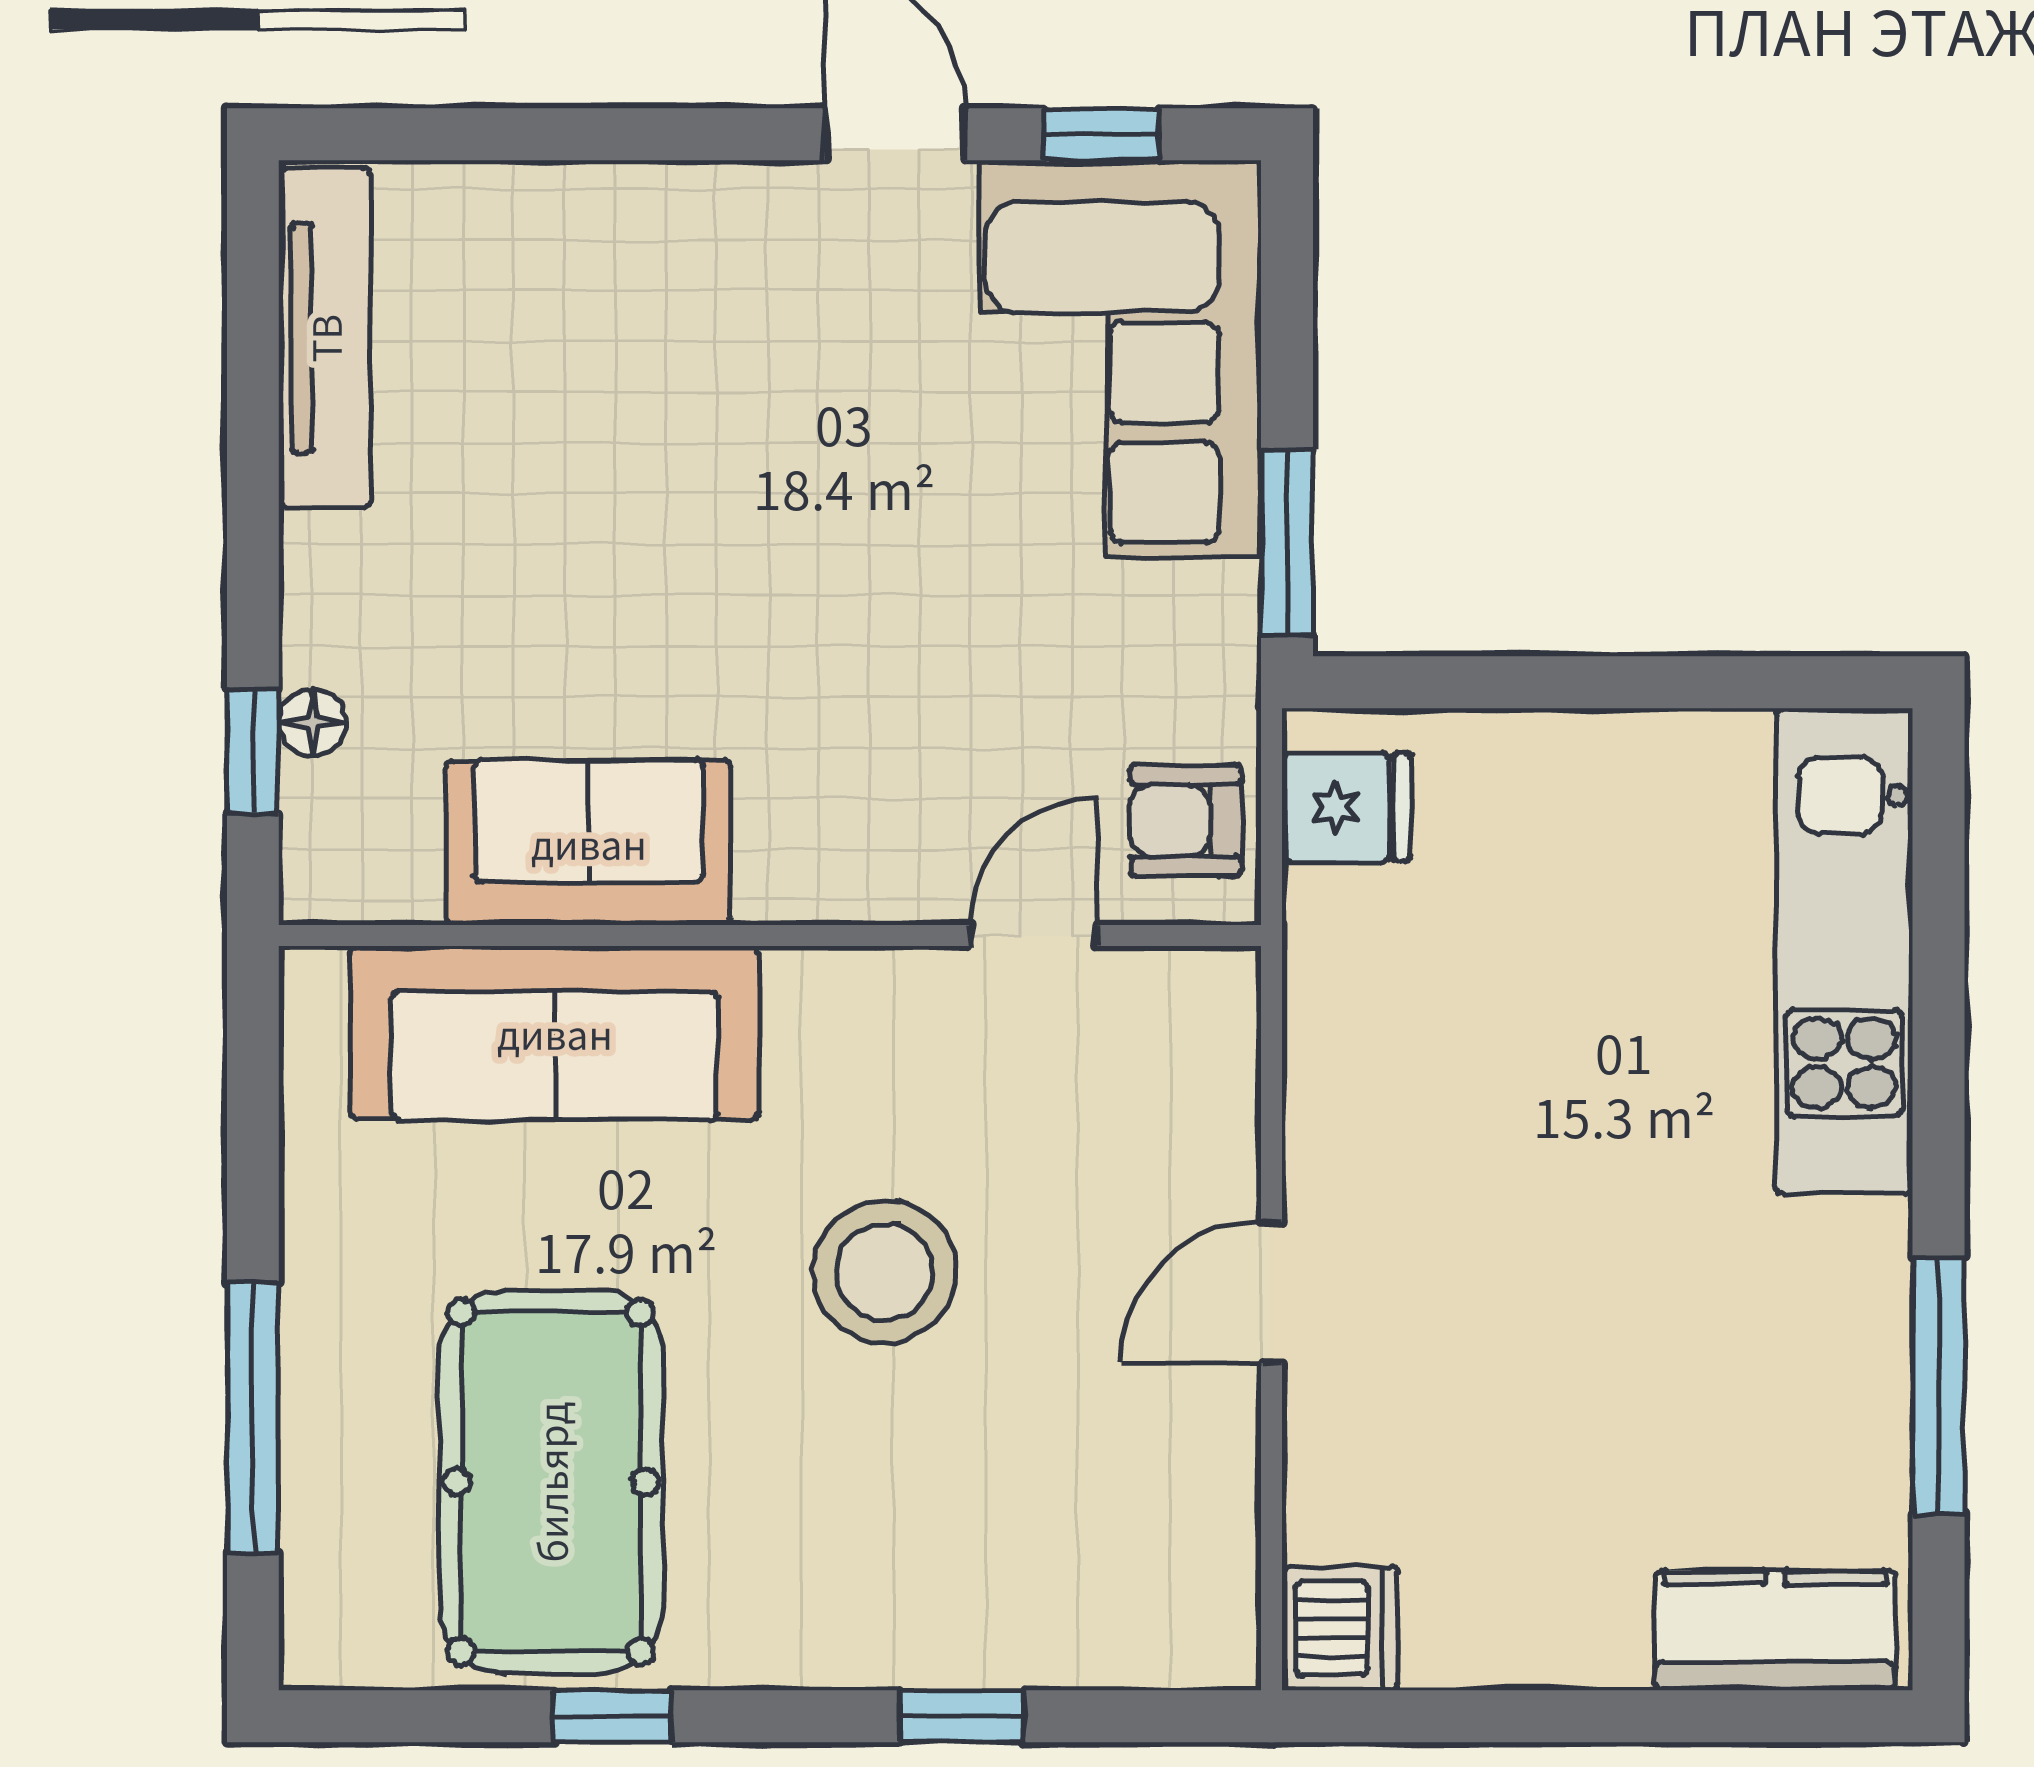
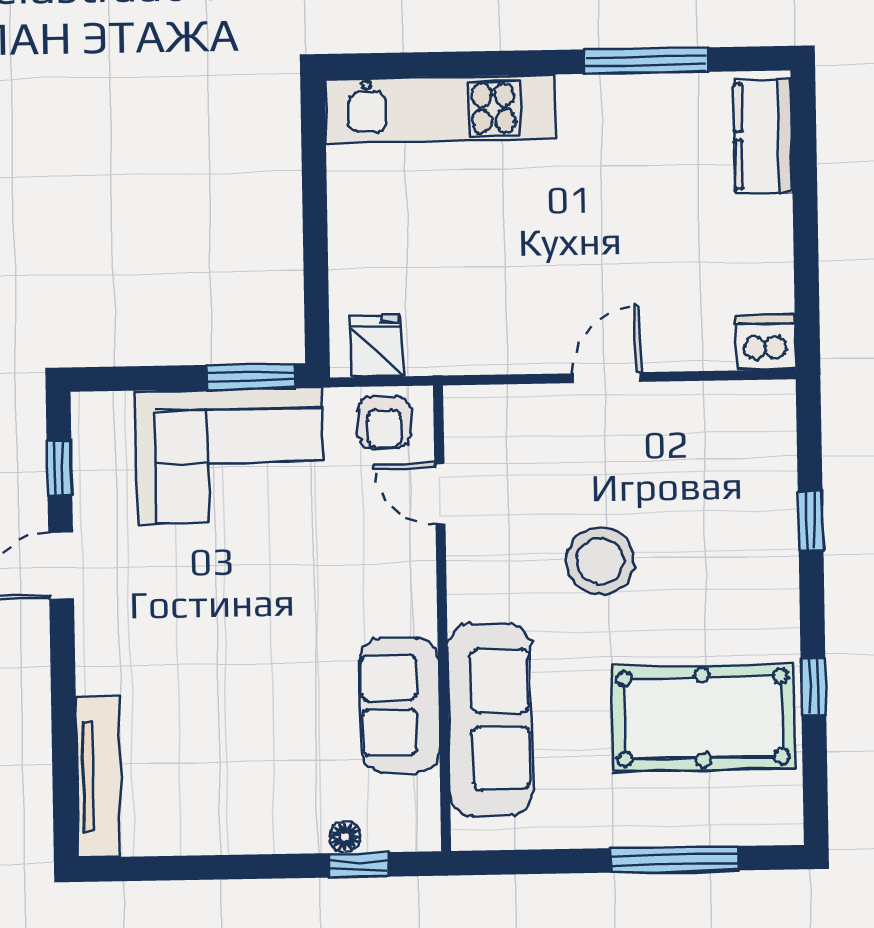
tv unit: (325, 338) -> (99, 777), moved, turned 90
corner sofa: (1120, 360) -> (230, 456), moved
door: (1271, 1292) -> (607, 378), swing flipped

